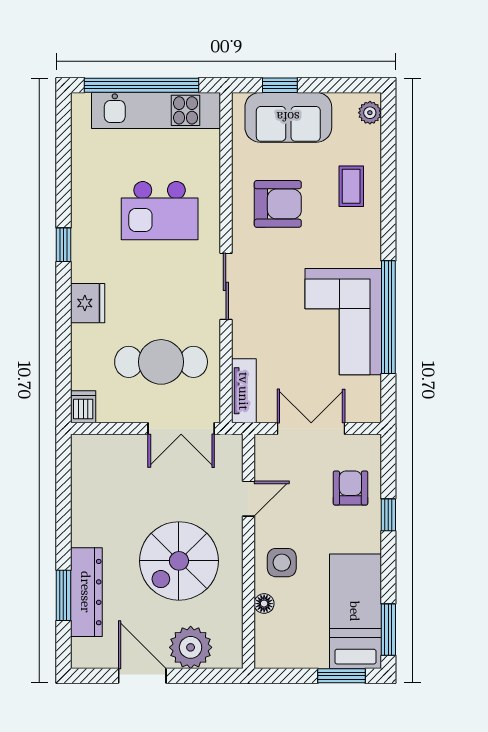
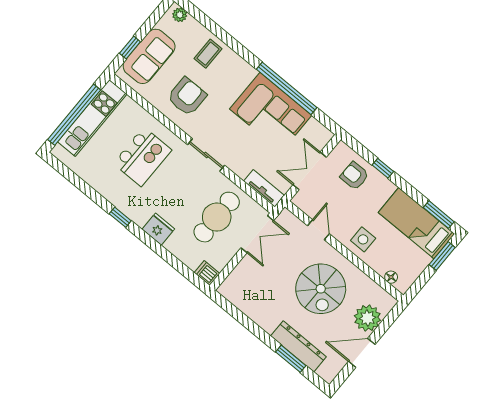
coffee table: (351, 186) -> (208, 54), turned 90
floor lamp: (264, 604) -> (391, 277), moved

